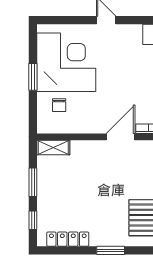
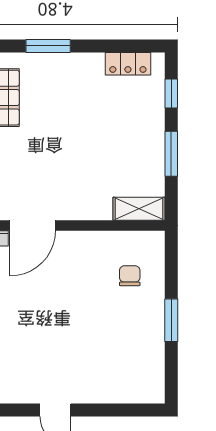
corner desk: (66, 62) -> (118, 344), removed
locker: (68, 239) -> (128, 64), width x0.66

